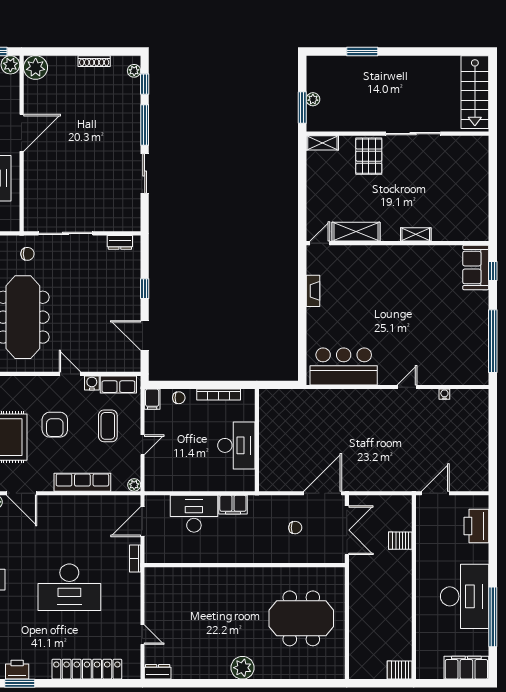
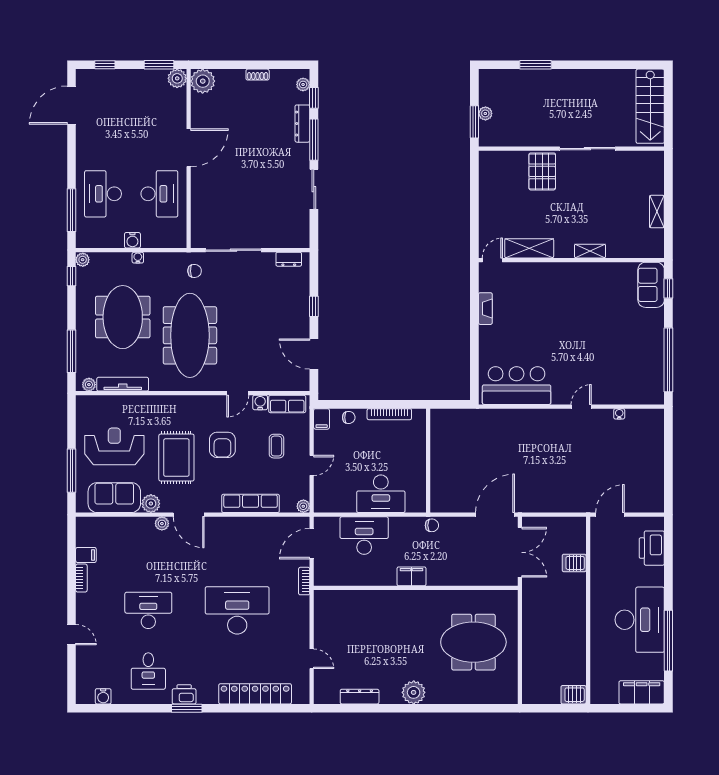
shoe rack: (94, 61) -> (258, 75), width x0.70
dresser: (133, 109) -> (302, 124), added
shelving: (322, 143) -> (657, 212), moved, turned 90
door: (70, 374) -> (238, 393), swing flipped
coffee table: (108, 426) -> (276, 446), width x0.73, depth x0.77
desk: (236, 445) -> (381, 494), moved, turned 90
filing cabinet: (233, 505) -> (411, 576), moved, turned 180
chair: (295, 528) -> (432, 525), moved
desk: (69, 587) -> (237, 610), turned 180
dresser: (158, 672) -> (360, 697), moved, width x1.44

